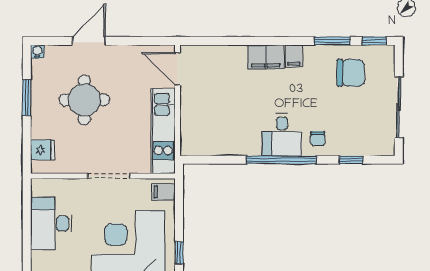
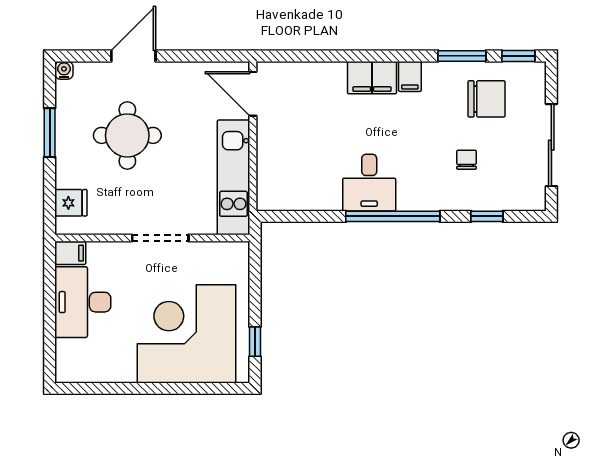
desk: (282, 135) -> (369, 183), moved
chair: (318, 139) -> (467, 160), moved, turned 180
filing cabinet: (164, 192) -> (70, 253), moved, turned 180

